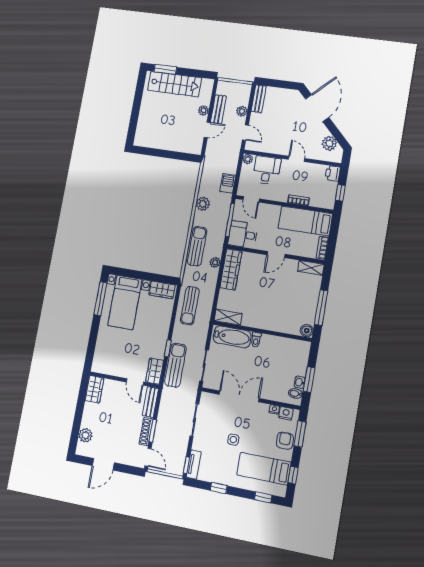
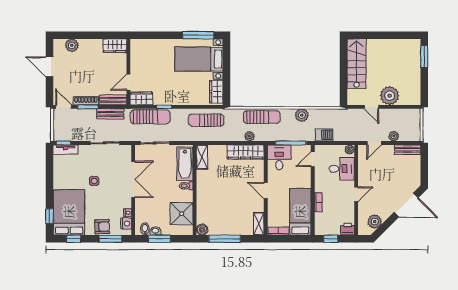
stairs: (175, 84) -> (357, 64), moved, turned 180
bench: (218, 109) -> (110, 114), moved
plant: (203, 110) -> (390, 96), width x1.88, depth x1.88
shower: (285, 350) -> (182, 214), added
door: (148, 457) -> (64, 107), swing flipped
bed: (264, 469) -> (69, 212), width x1.50
window: (219, 488) -> (49, 176), removed

